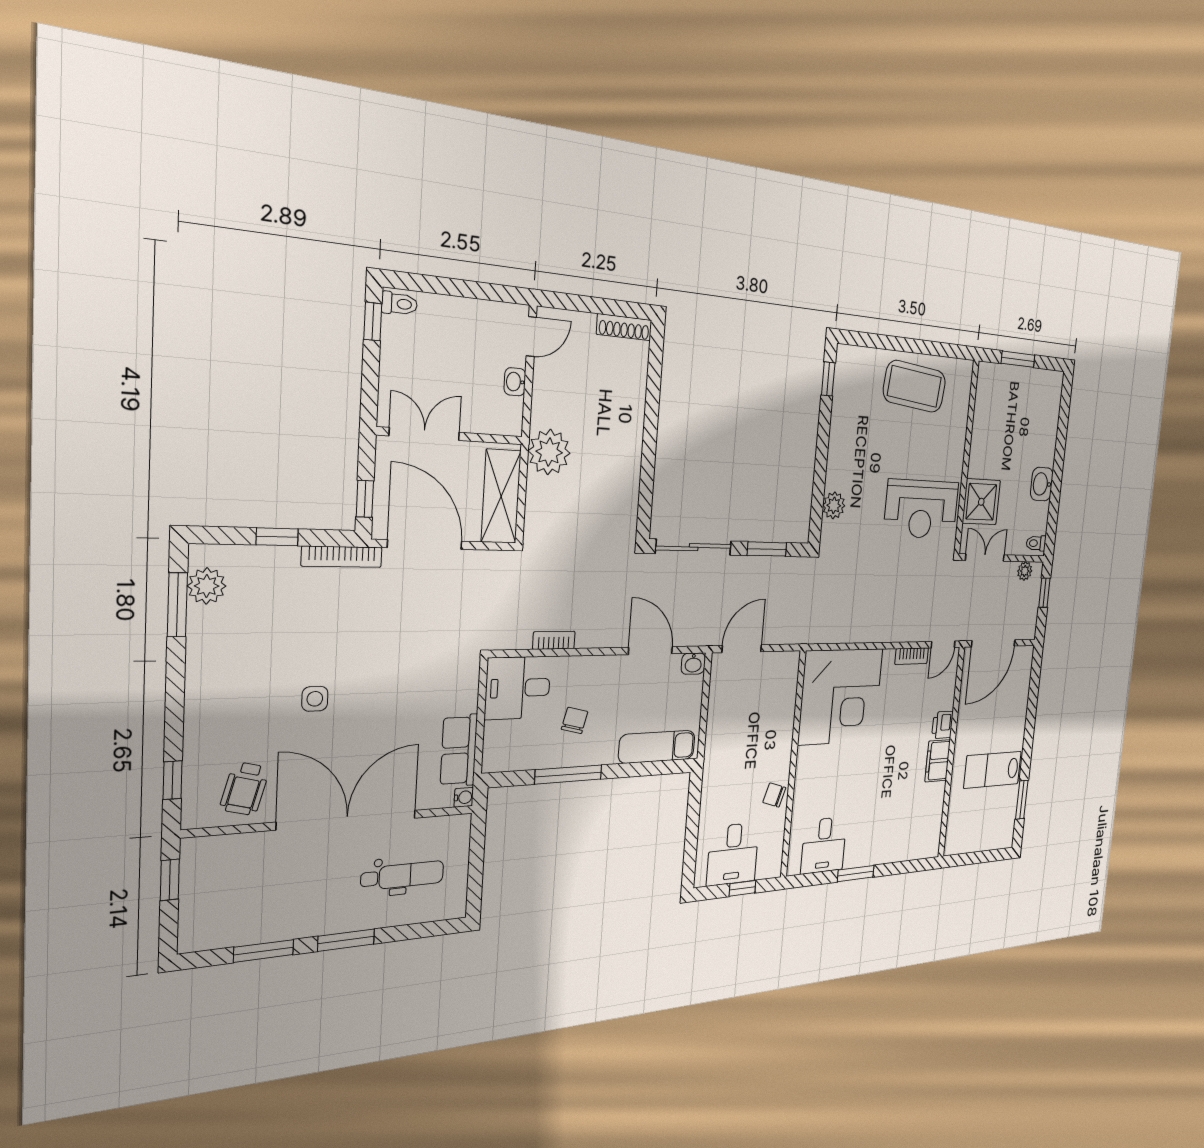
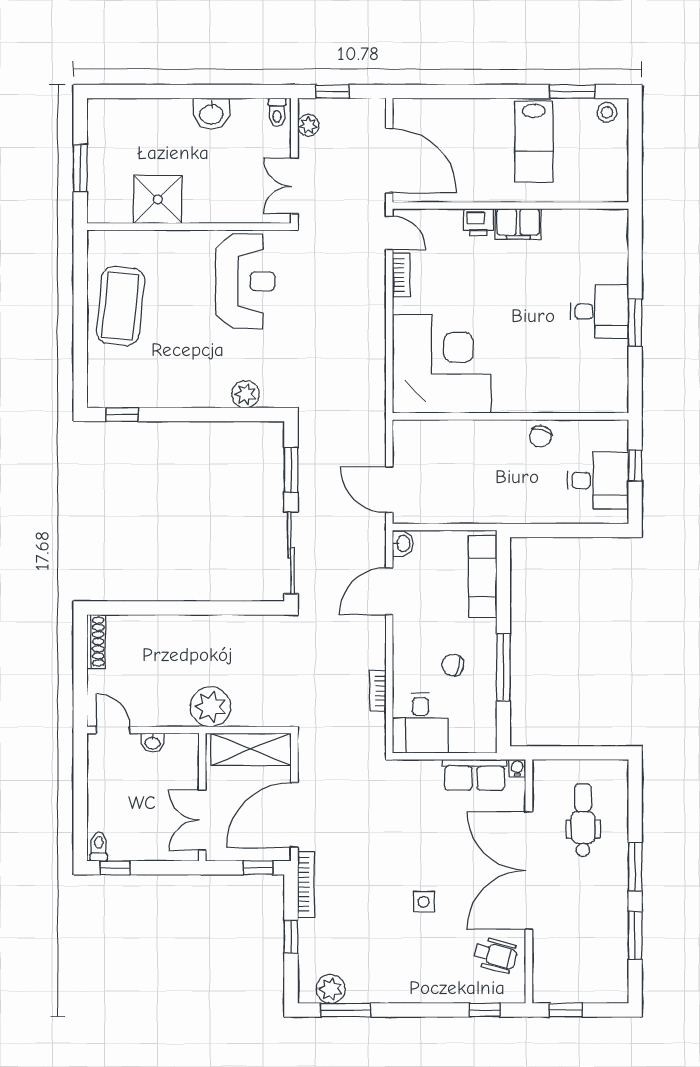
shower: (981, 502) -> (158, 199), moved
stool: (1005, 830) -> (607, 112), added
desk: (824, 845) -> (600, 312), moved

